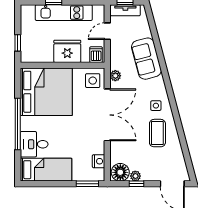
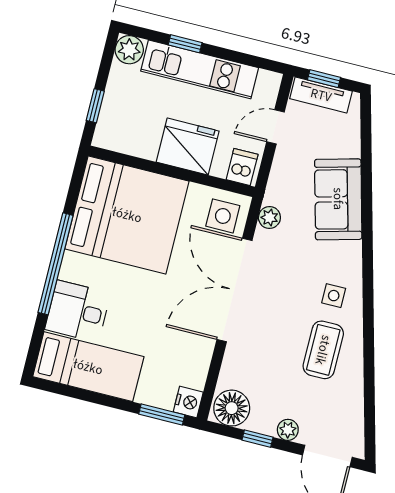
plant: (27, 12) -> (129, 50), added
double door: (107, 115) -> (234, 290), swing flipped
nightstand: (99, 161) -> (188, 402), moved
plant: (135, 176) -> (288, 430), moved

